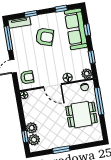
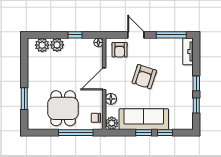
window: (31, 14) -> (196, 83), moved
sofa: (76, 29) -> (144, 119), moved
armchair: (45, 37) -> (144, 77), moved
window: (92, 57) -> (144, 133), moved
window: (25, 137) -> (75, 35), moved
window: (61, 150) -> (24, 99), moved

